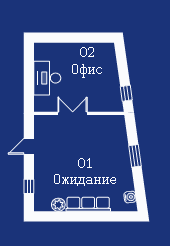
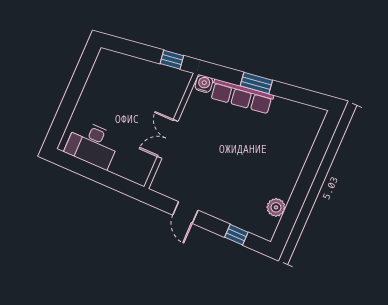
desk: (47, 78) -> (92, 144), moved
water cooler: (130, 197) -> (204, 84), moved
row of seats: (88, 204) -> (242, 96), moved, turned -98

